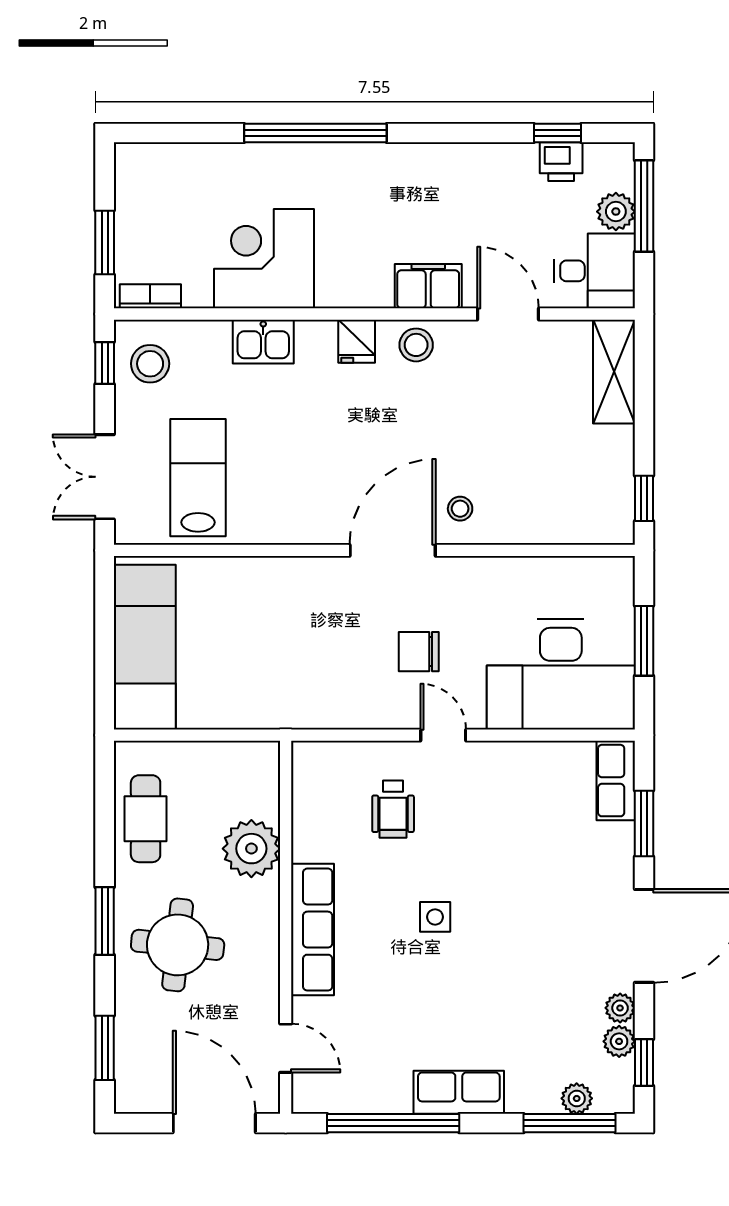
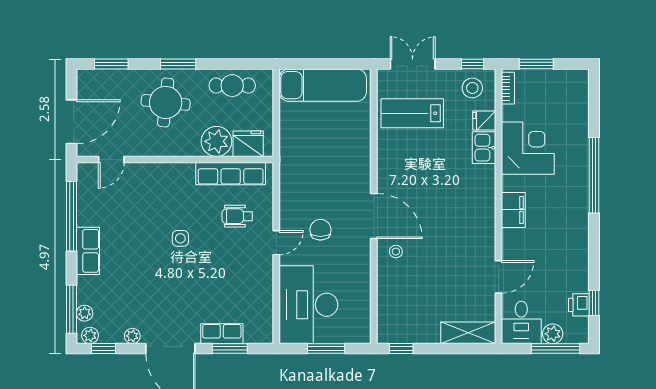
filing cabinet: (428, 286) -> (513, 210), moved
fridge: (357, 341) -> (484, 120), moved
stool: (416, 345) -> (482, 228), removed
lab bench: (198, 478) -> (412, 113), turned 180
row of seats: (616, 781) -> (222, 334), moved
fridge: (256, 789) -> (248, 144), added
row of seats: (313, 930) -> (231, 174), moved
plant: (619, 1041) -> (90, 335), moved

